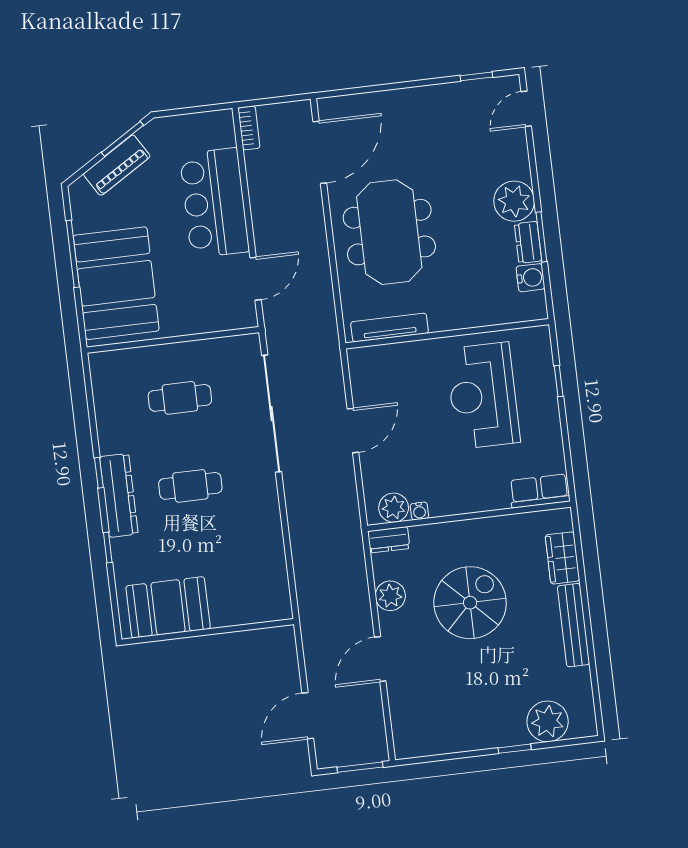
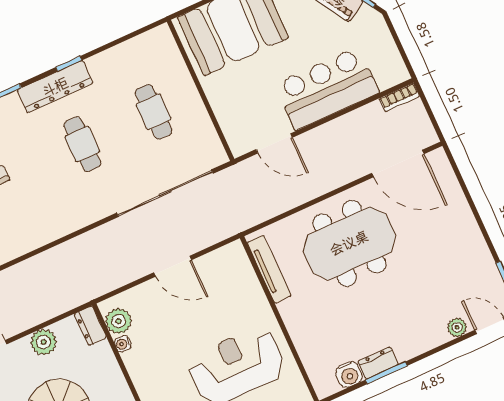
plant: (514, 201) -> (457, 327), moved, width x0.53, depth x0.53

